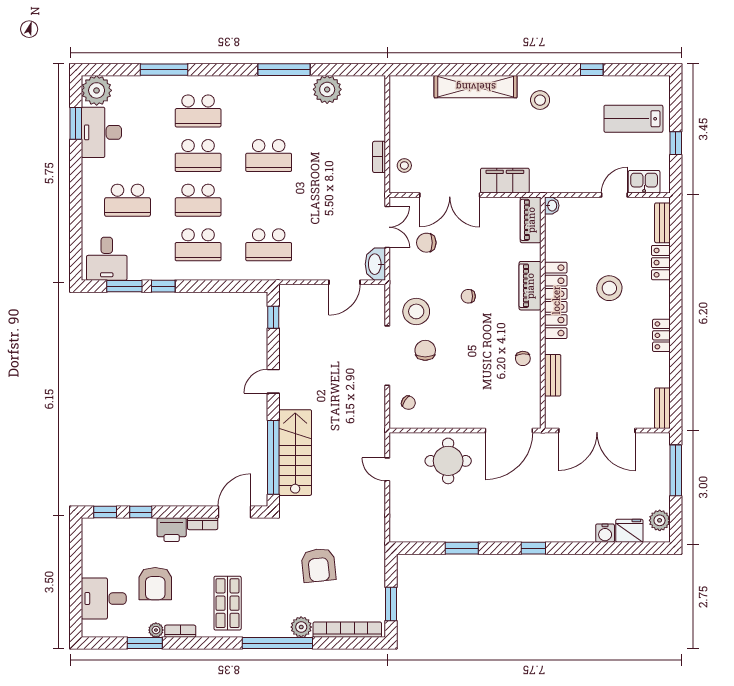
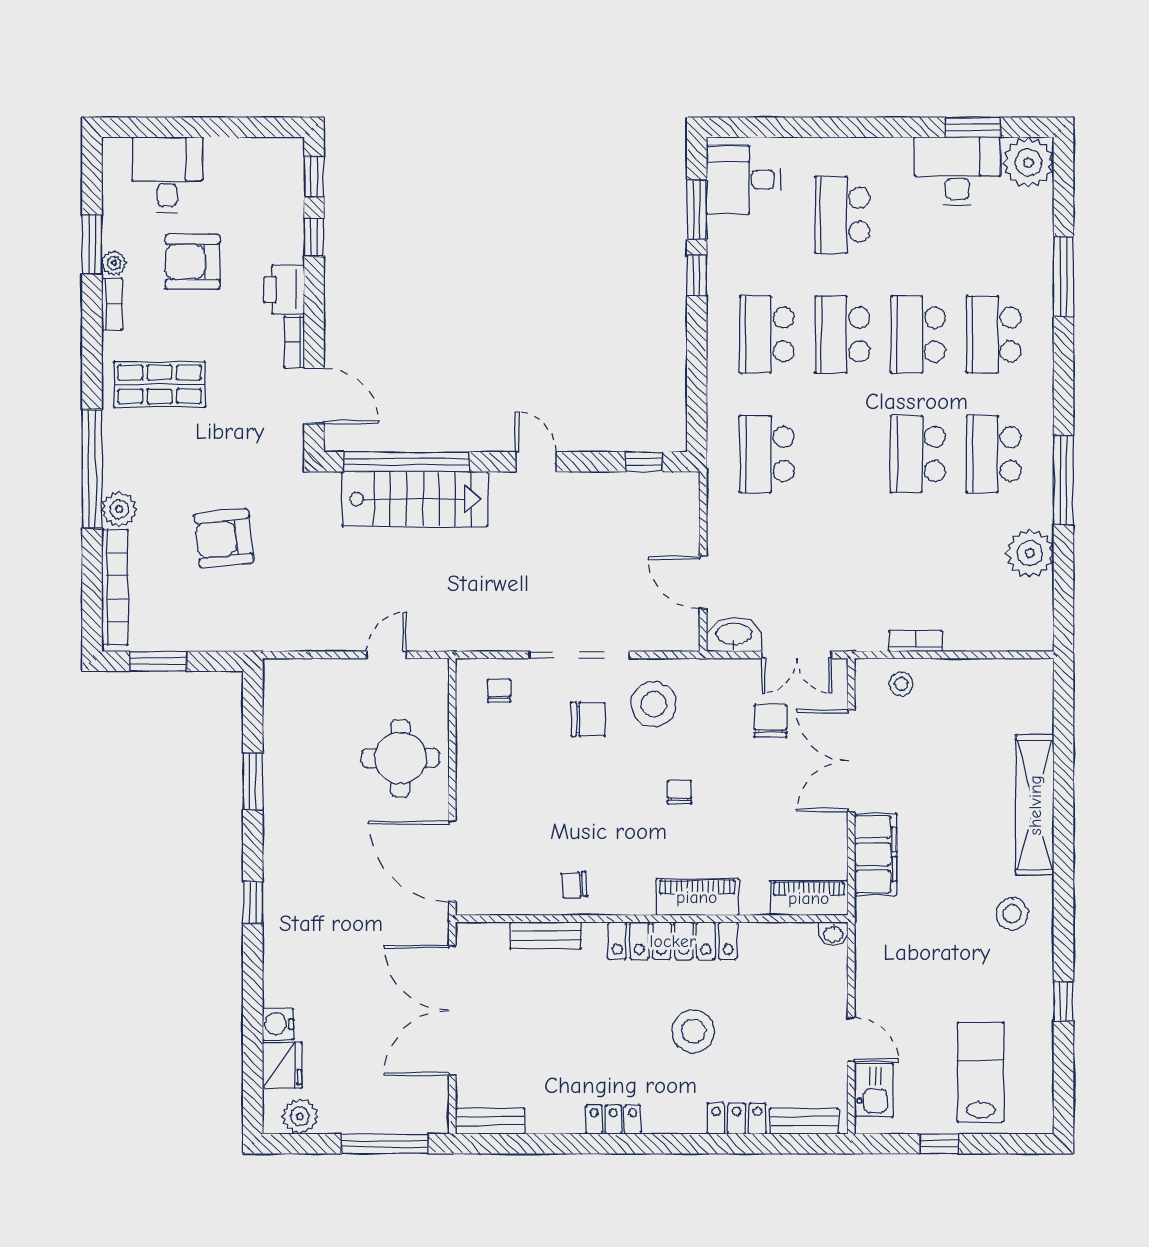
school desk: (269, 111) -> (994, 454), added
chair: (408, 403) -> (499, 691), turned 146

